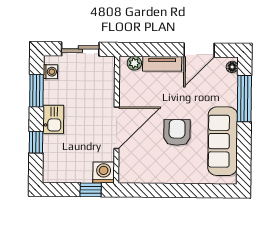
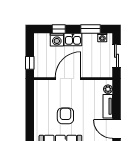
door: (117, 128) -> (68, 79), swing flipped
armchair: (177, 133) -> (65, 116), turned -90
washing machine: (104, 172) -> (57, 40), moved, turned 90

